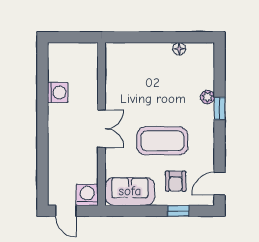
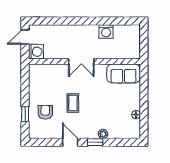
coffee table: (162, 141) -> (73, 103), width x0.54, depth x0.58
armchair: (176, 181) -> (45, 112), turned 90
door: (220, 184) -> (70, 142), moved
sofa: (130, 191) -> (124, 73), moved, turned 90

